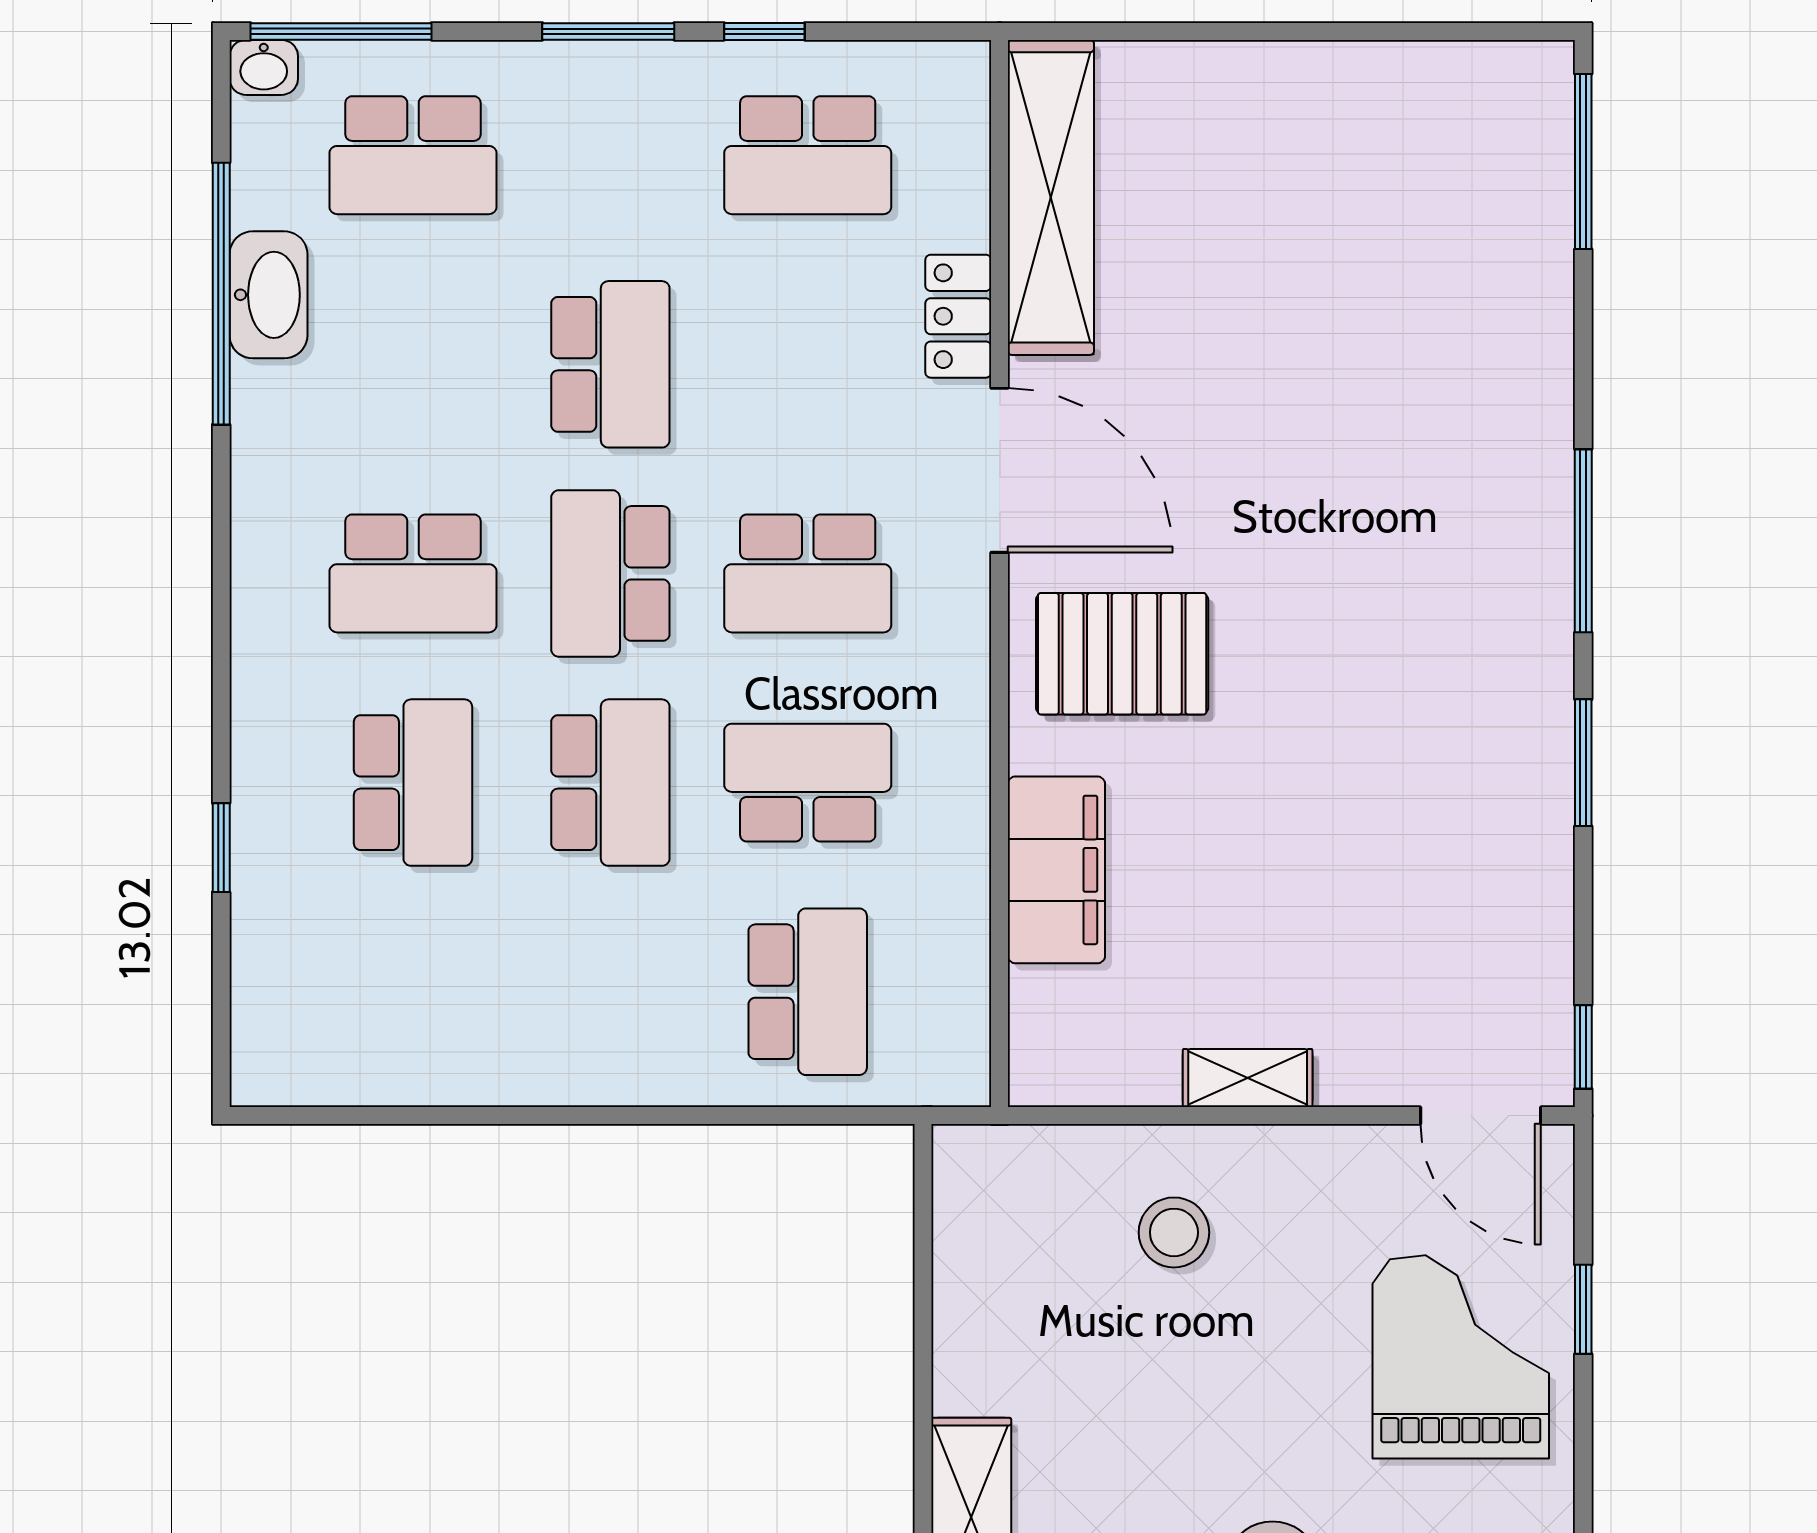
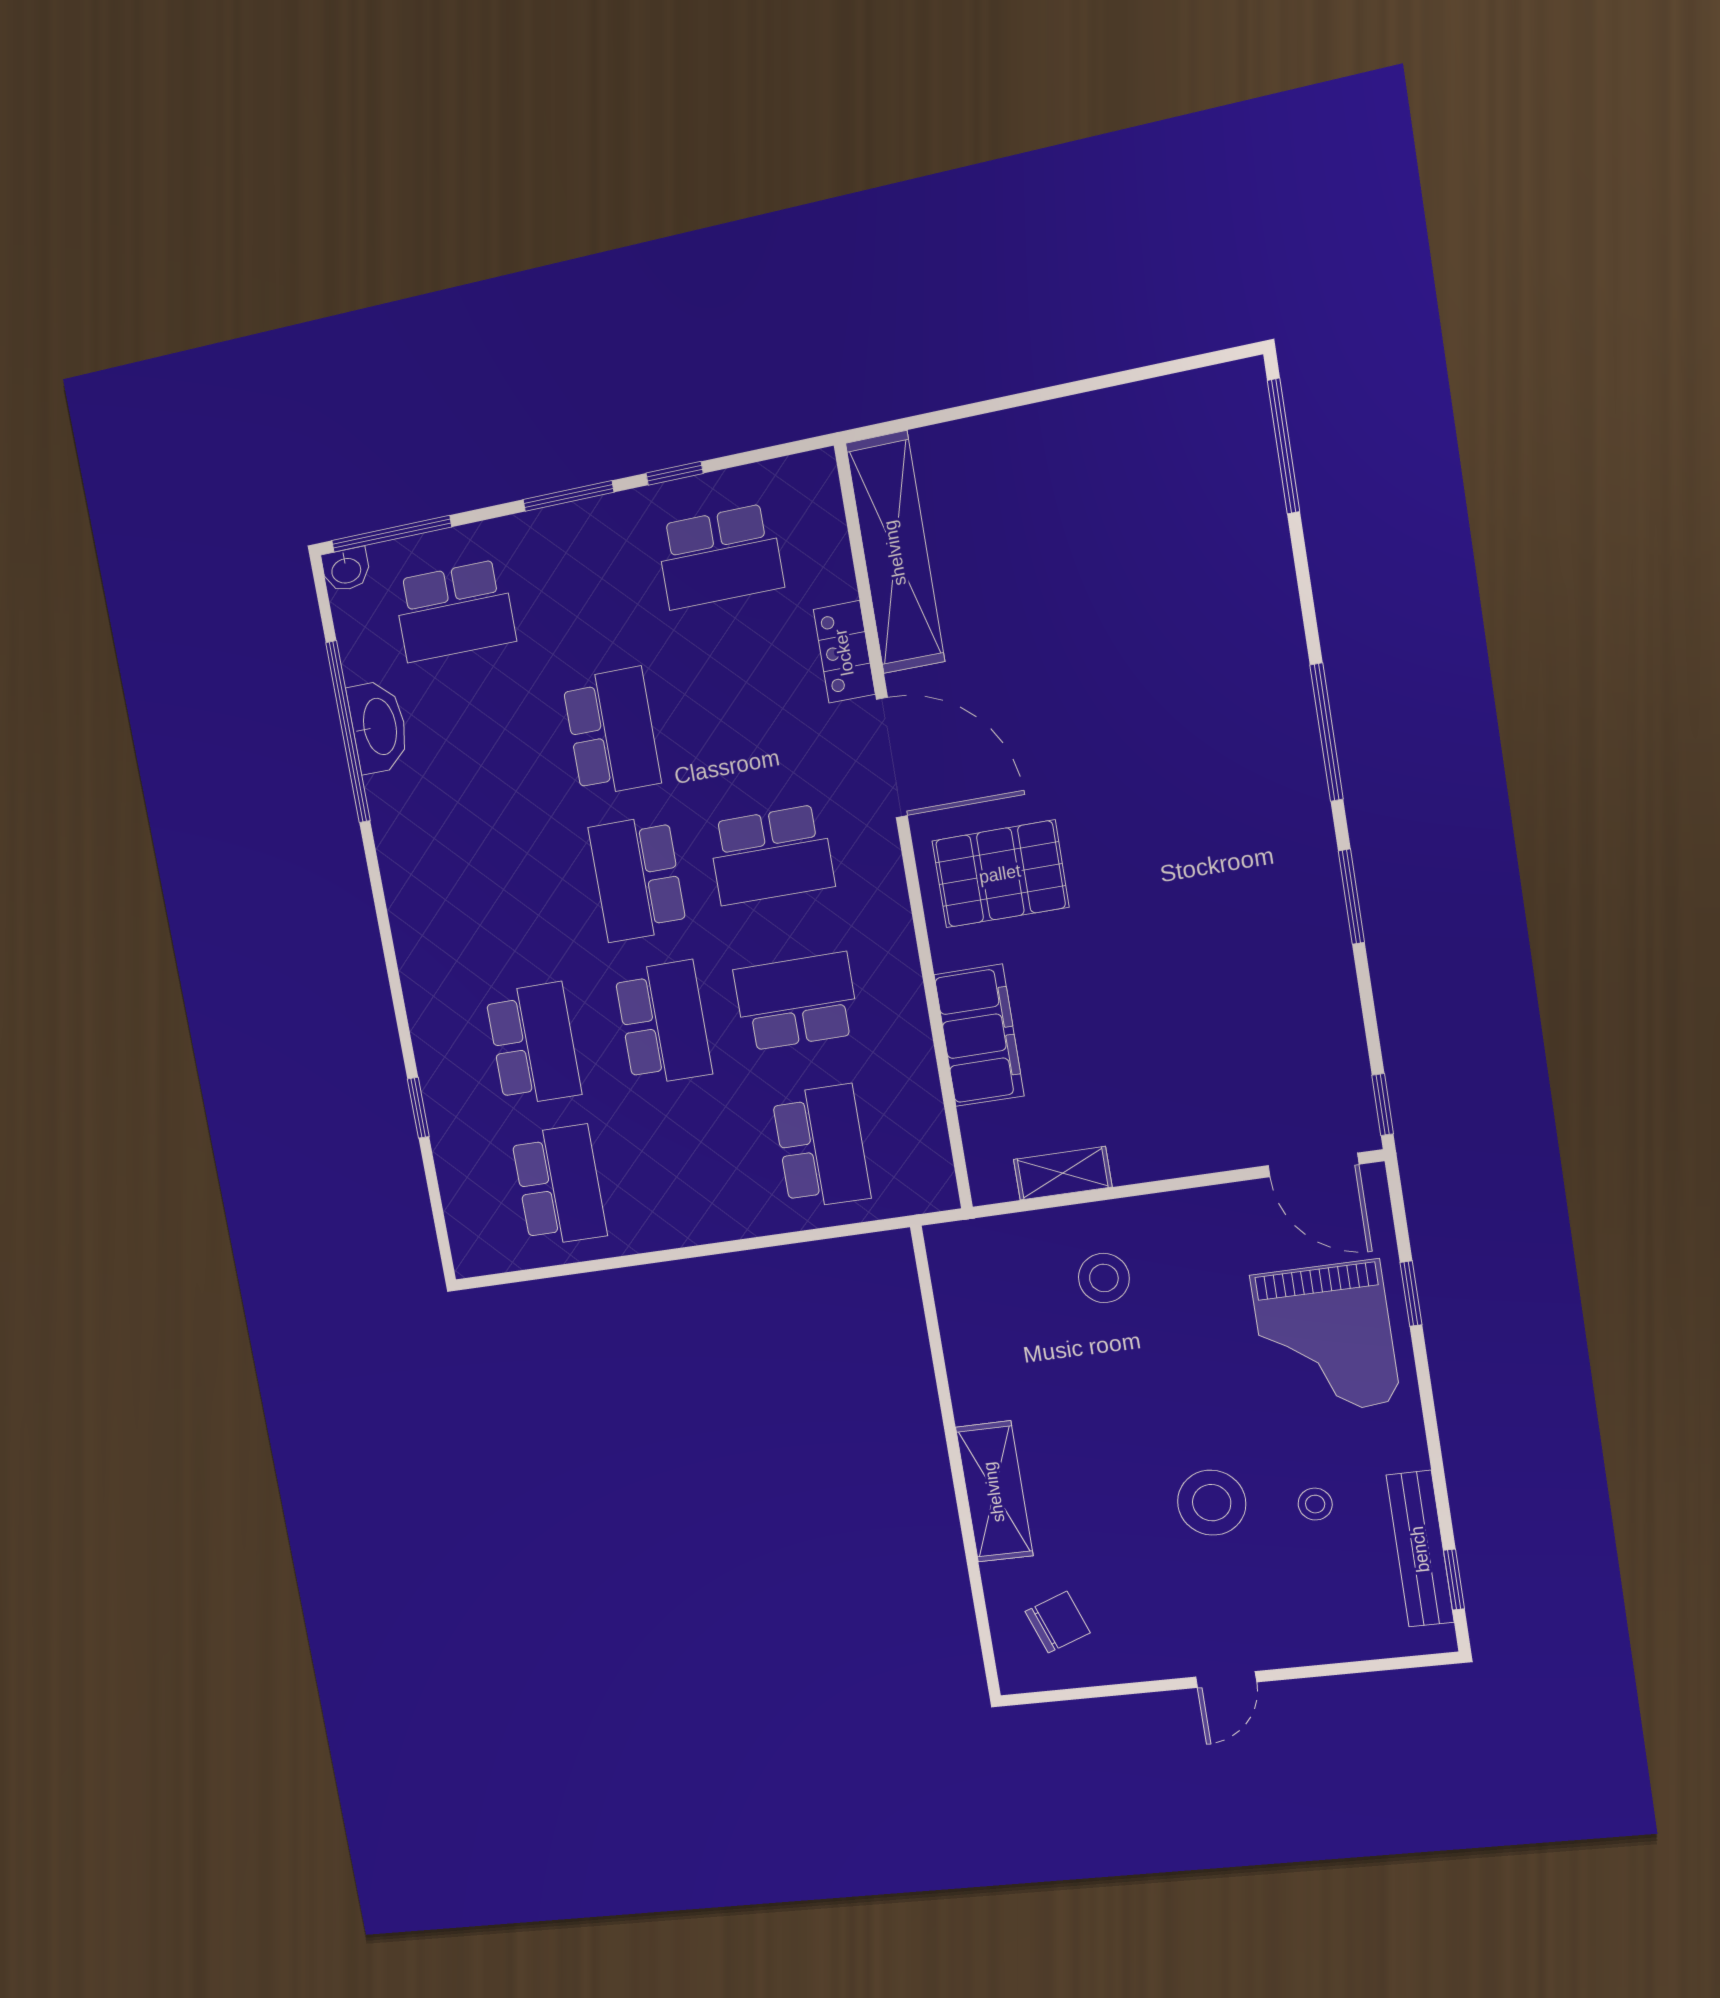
school desk: (413, 573) -> (559, 1185), moved, turned -90
shelving: (1248, 1078) -> (1063, 1173), moved
grand piano: (1461, 1357) -> (1325, 1339), turned 180

